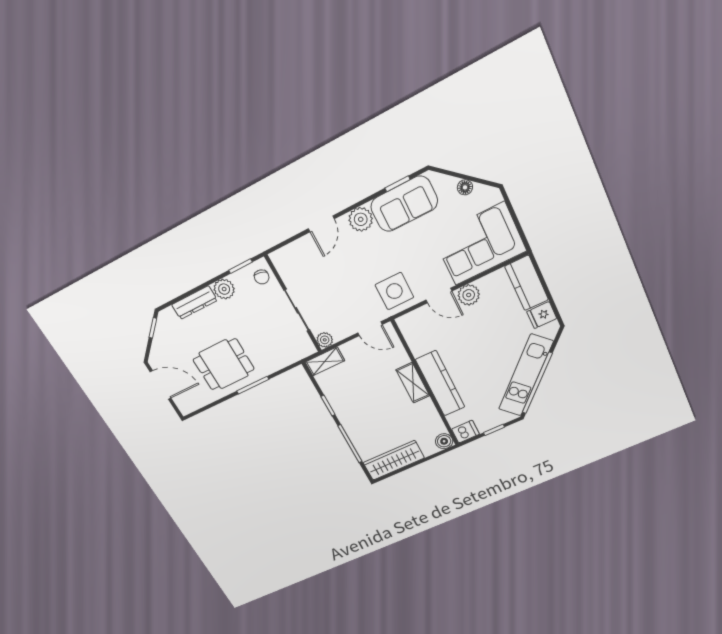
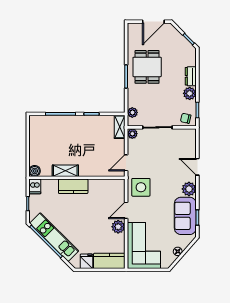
dresser: (194, 303) -> (191, 76), width x0.70
plant: (296, 354) -> (132, 112), added
shelving: (413, 383) -> (65, 171), moved
kitchen counter: (440, 383) -> (73, 186), width x0.67
wardrobe: (394, 460) -> (37, 135), removed

